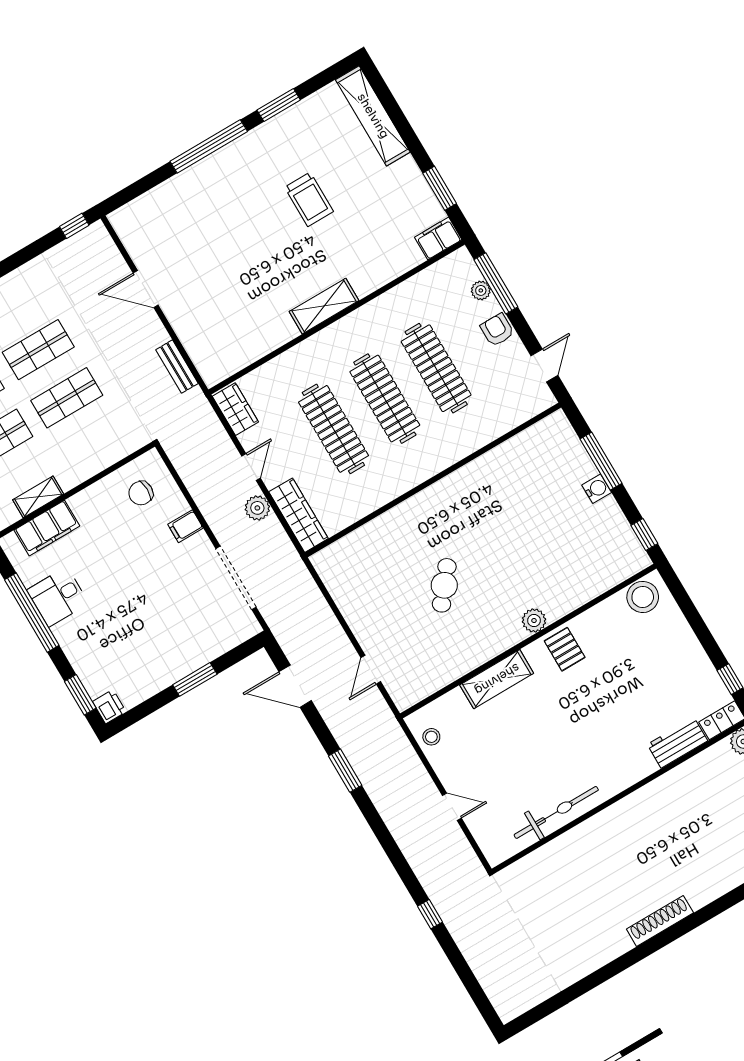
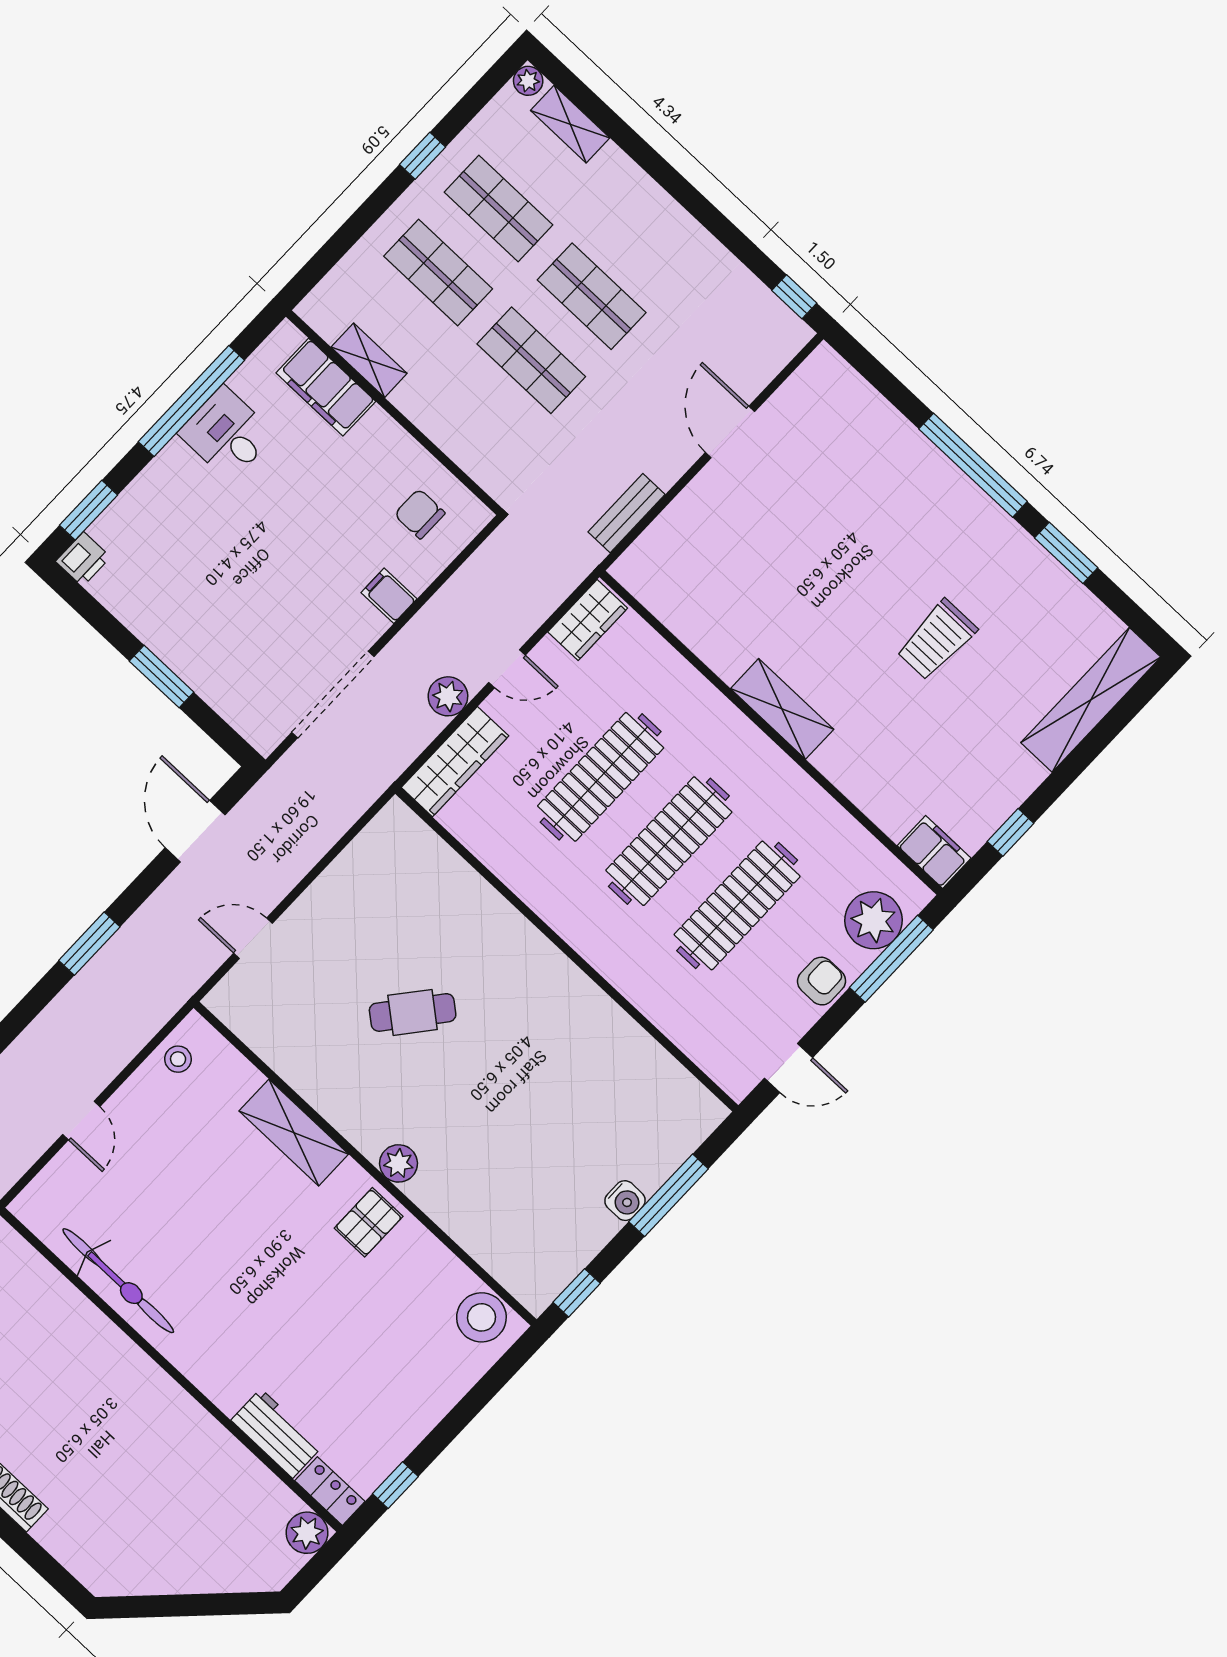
window: (440, 188) -> (1010, 832), width x0.67
plant: (481, 290) -> (873, 920), width x1.88, depth x1.88

